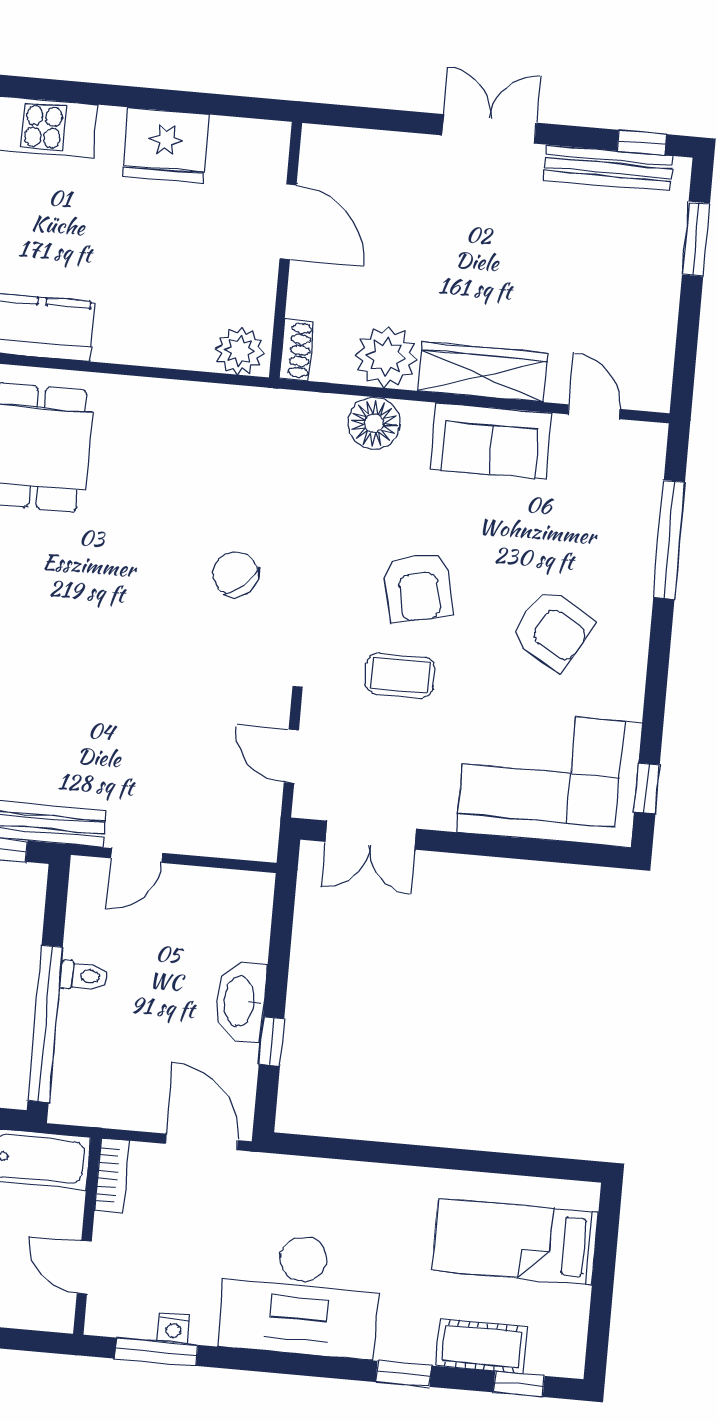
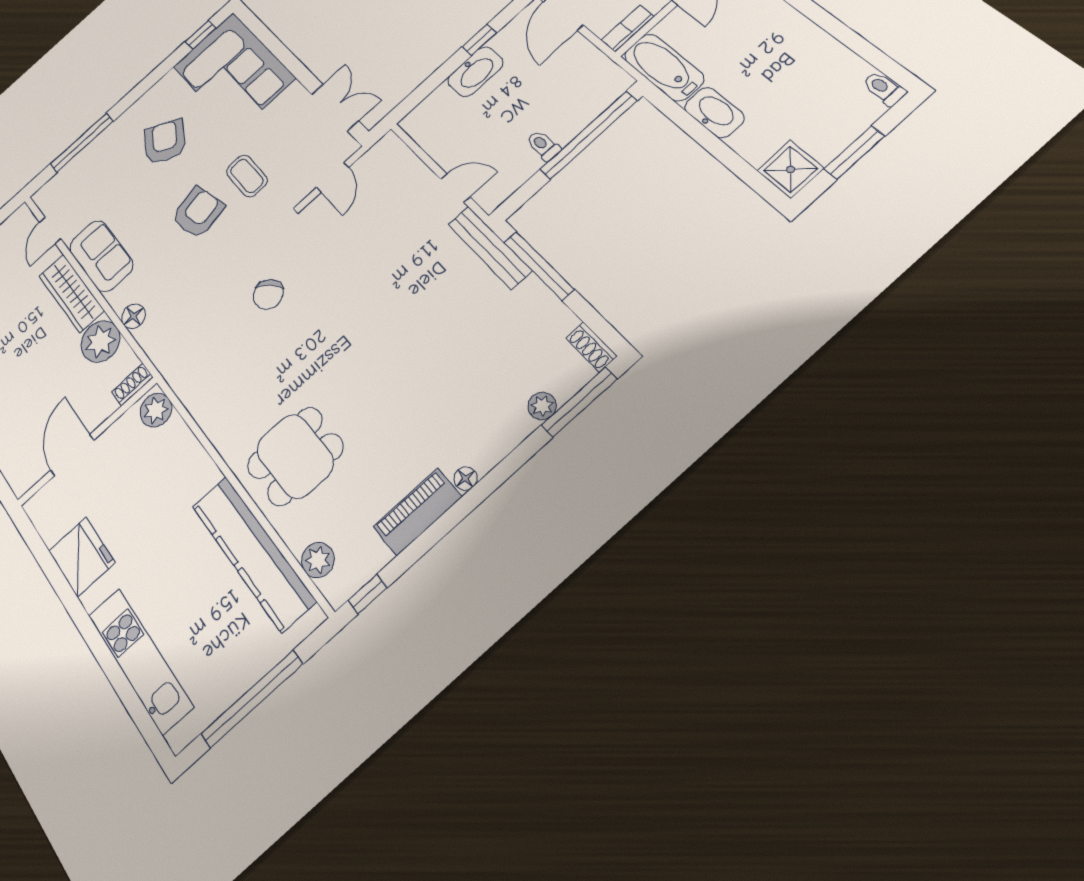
floor lamp: (374, 423) -> (134, 316), width x0.73, depth x0.73

